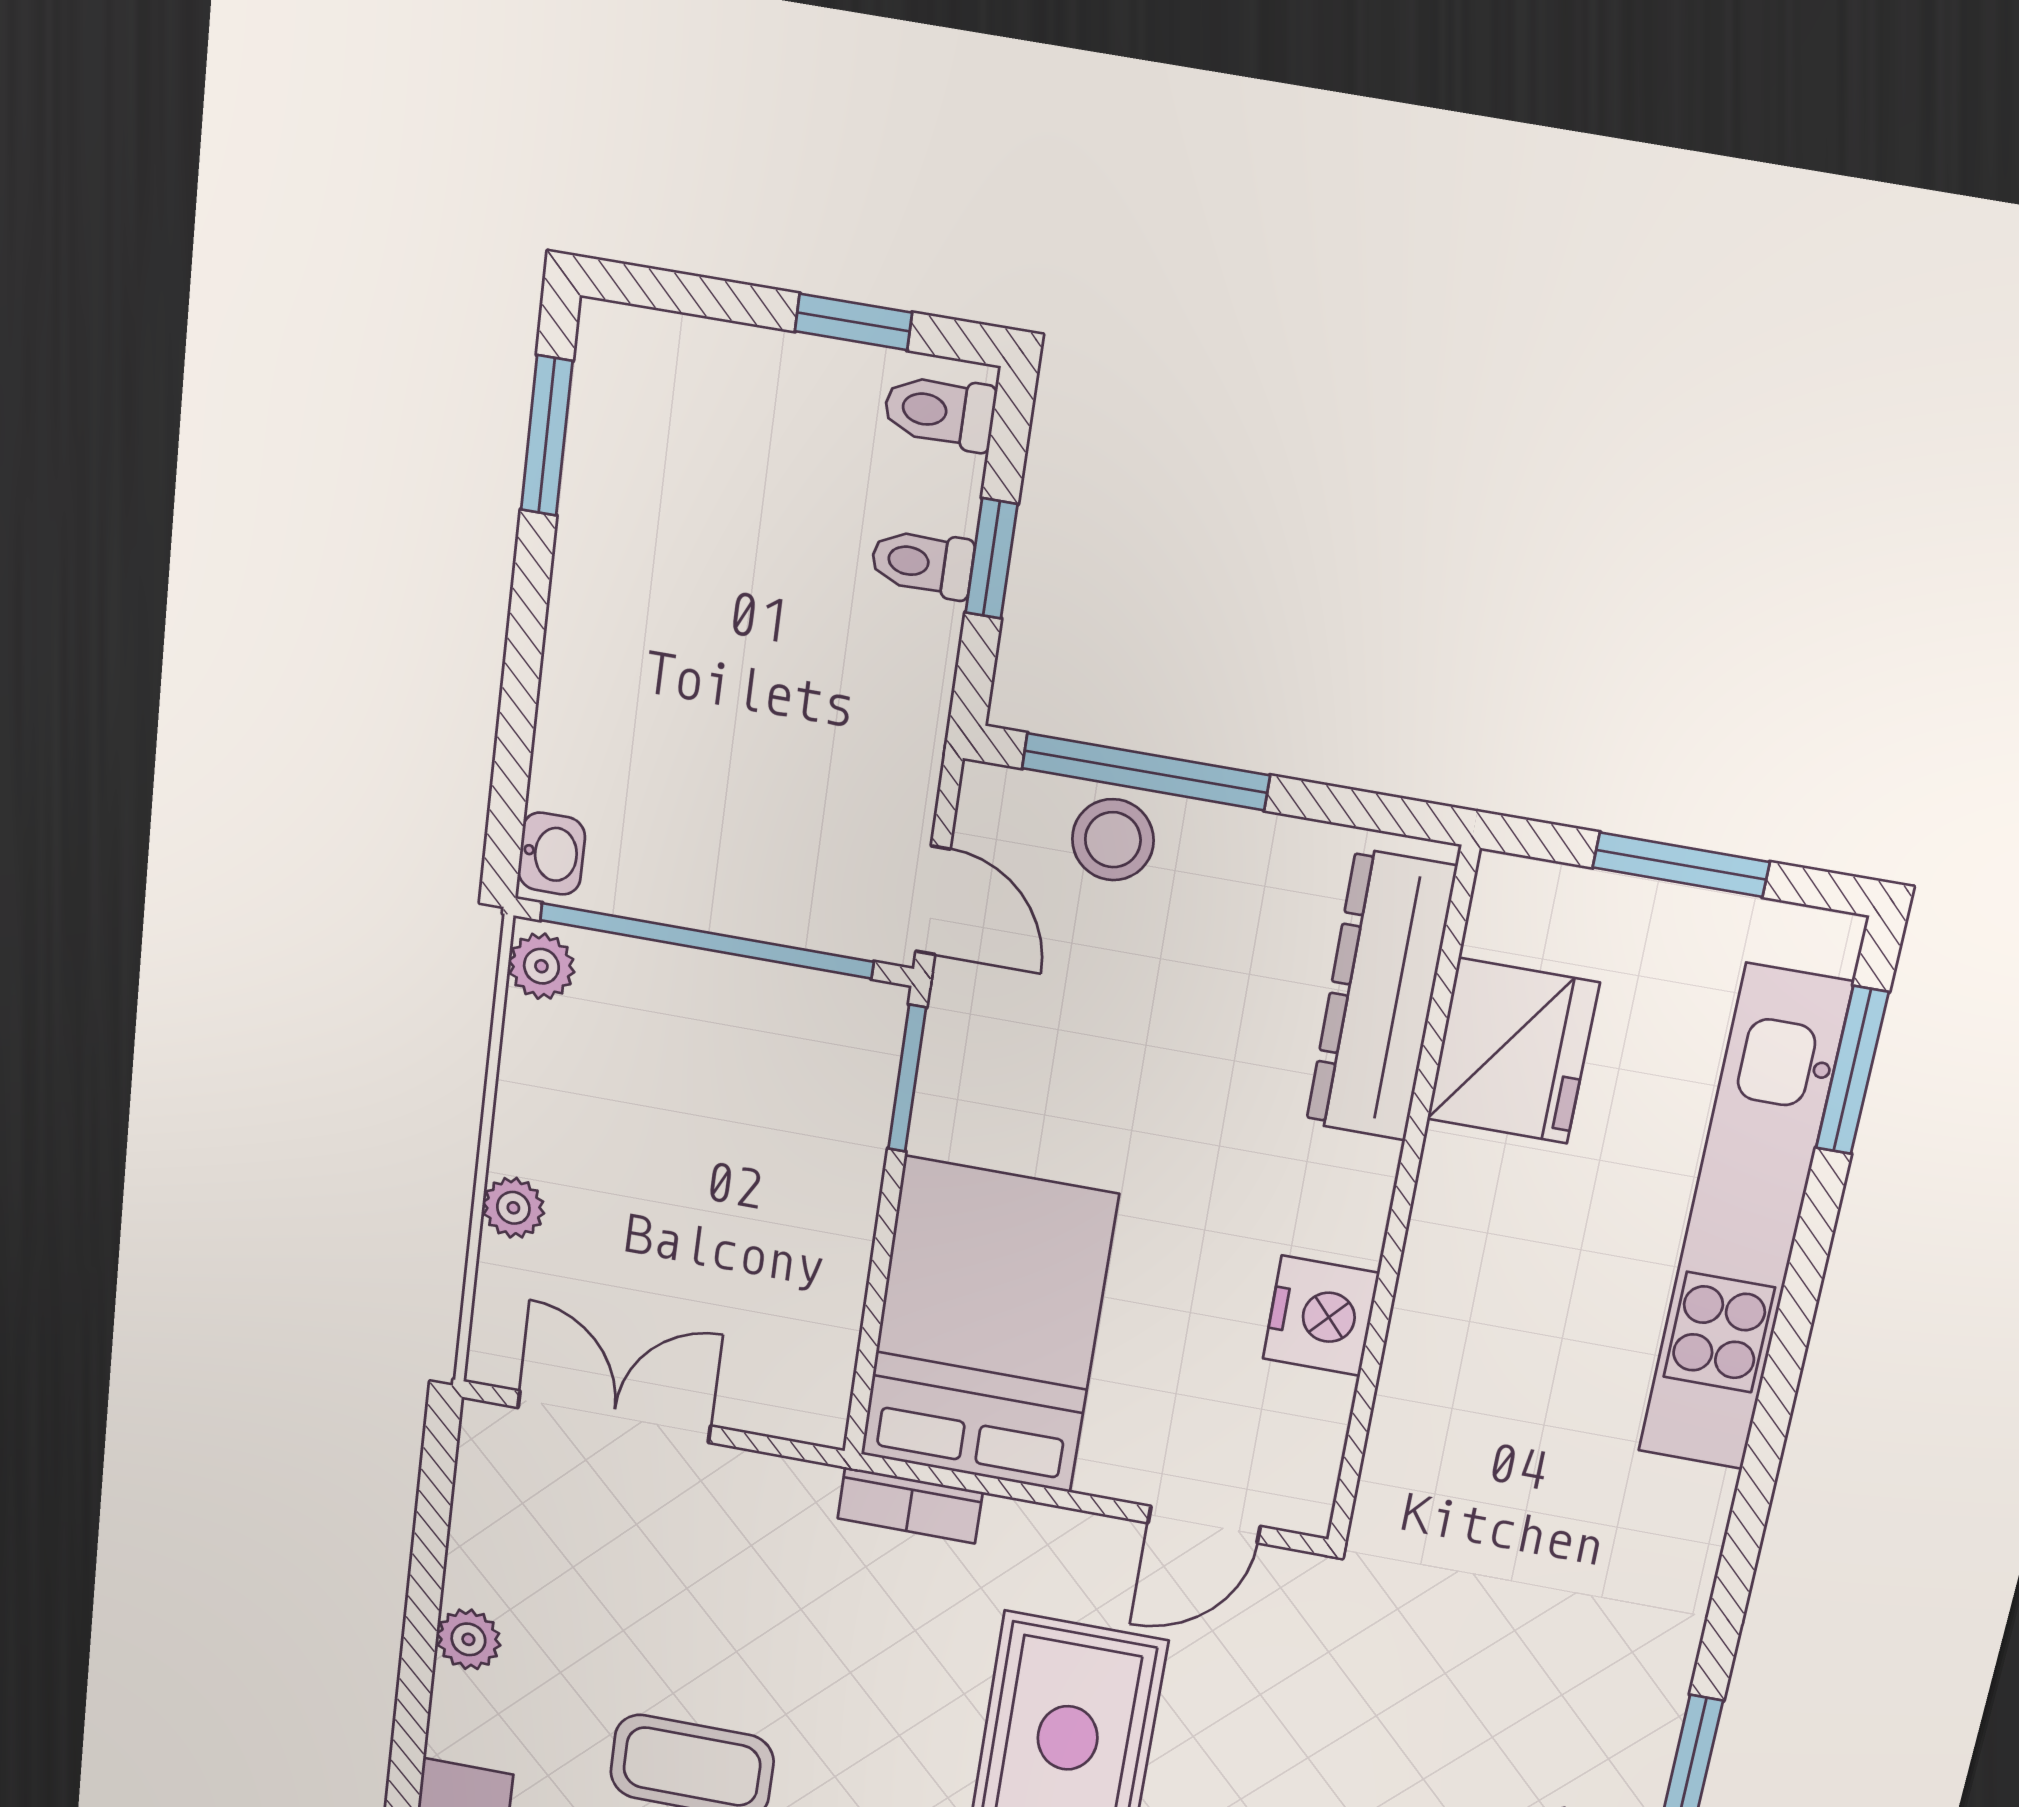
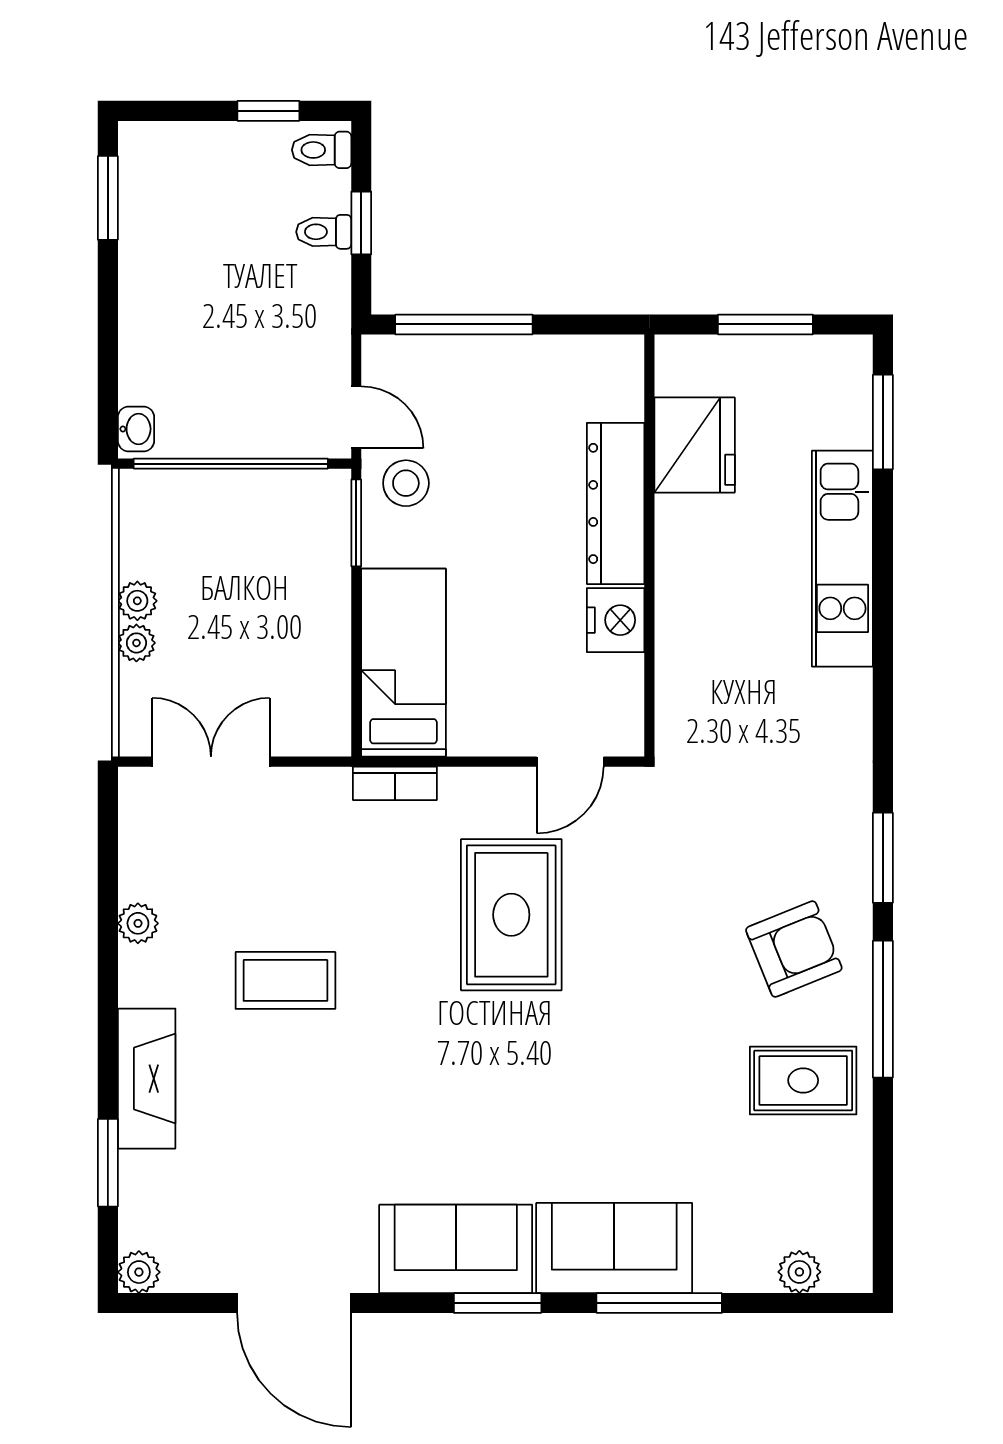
stool: (1113, 840) -> (406, 483), moved
plant: (541, 966) -> (137, 601), moved
dresser: (1381, 996) -> (616, 503), moved
kitchen unit: (1744, 1221) -> (842, 559), width x0.73
bed: (988, 1326) -> (404, 663), width x0.67

